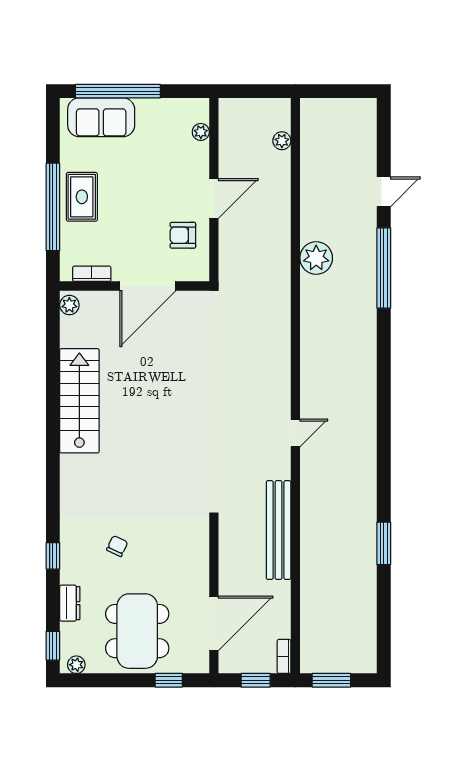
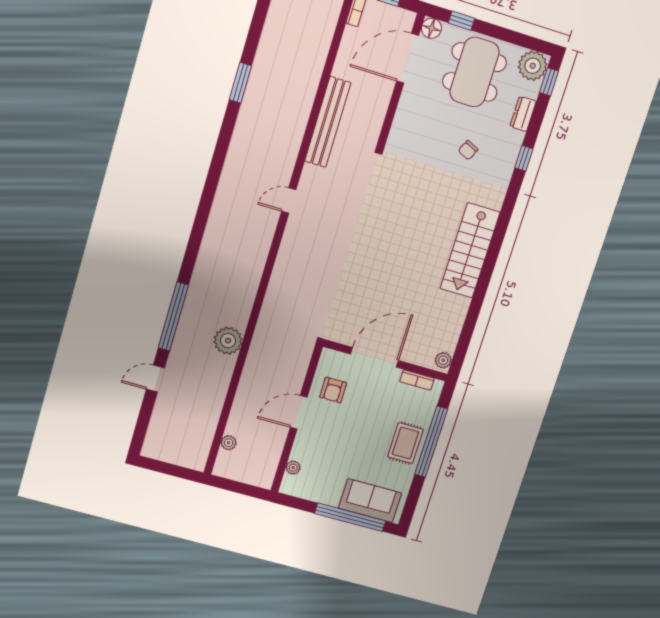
armchair: (183, 235) -> (333, 390), turned 90
stairs: (79, 401) -> (470, 250), moved
floor lamp: (198, 662) -> (431, 28), added
plant: (76, 665) -> (533, 66), width x1.87, depth x1.87

